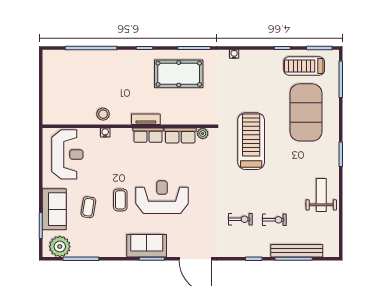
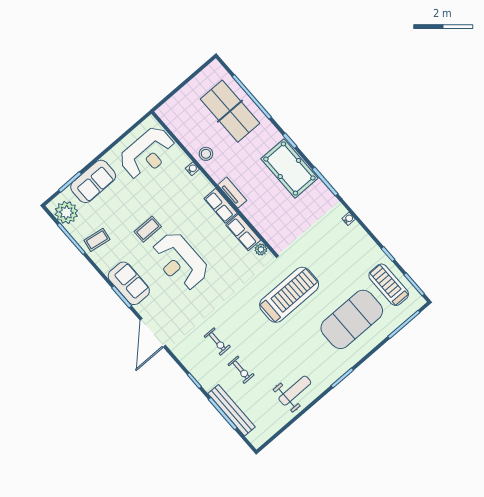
table tennis table: (88, 72) -> (230, 111), added
pool table: (179, 74) -> (289, 168), moved
reception desk: (162, 197) -> (180, 261), turned 180
coffee table: (88, 207) -> (97, 240), moved

